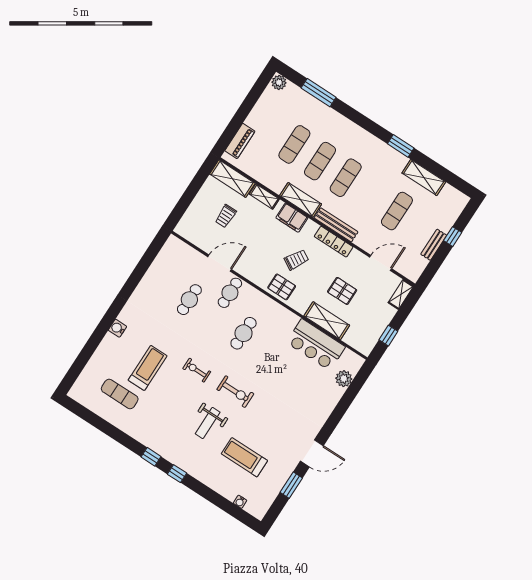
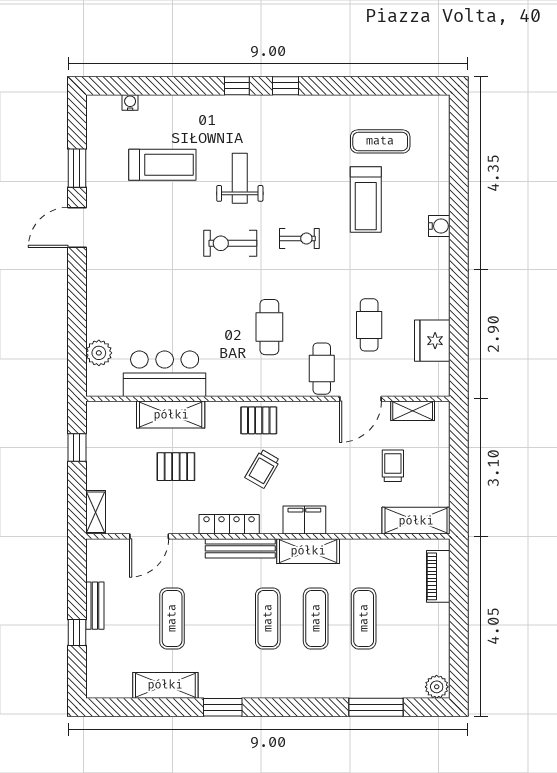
shelving: (264, 197) -> (413, 411), moved
fridge: (161, 269) -> (432, 341), added

